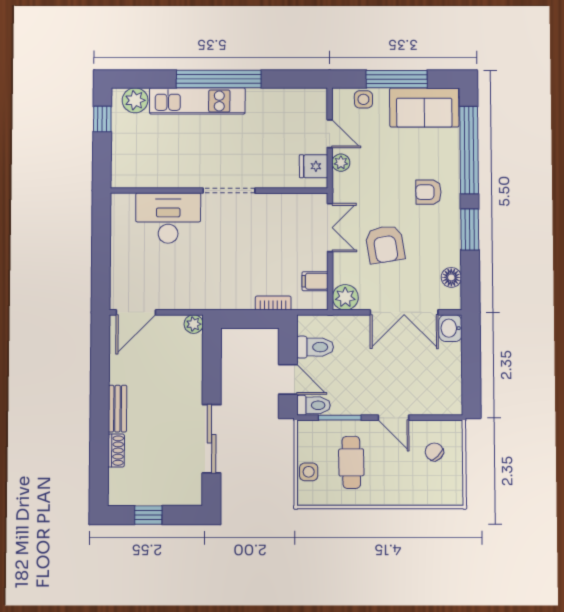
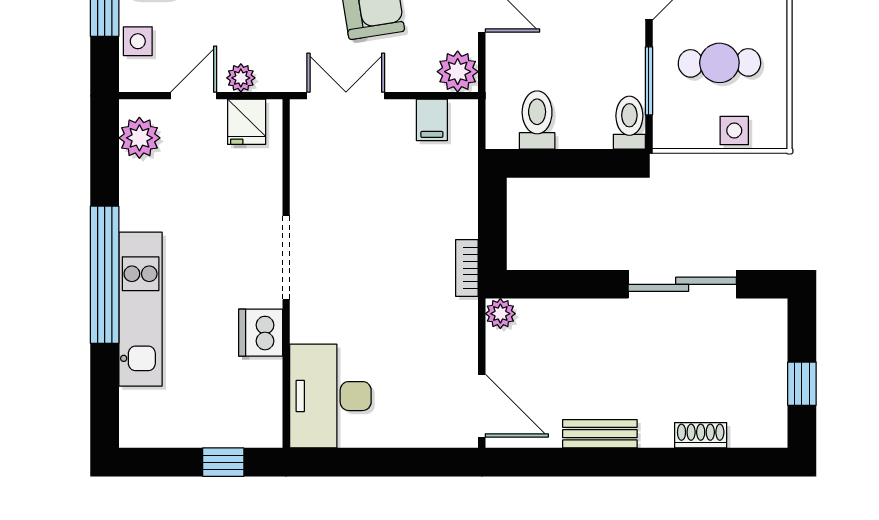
plant: (135, 100) -> (139, 138), moved
window: (102, 119) -> (223, 462), moved
dishwasher: (182, 175) -> (261, 333), added
desk: (168, 218) -> (330, 396), moved
bookcase: (273, 303) -> (467, 268), moved
door: (288, 379) -> (588, 163), removed
bench: (118, 409) -> (600, 434), moved

